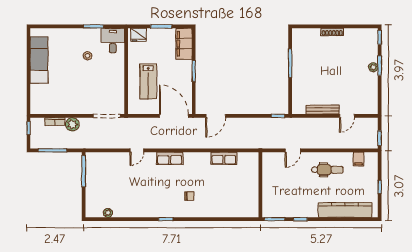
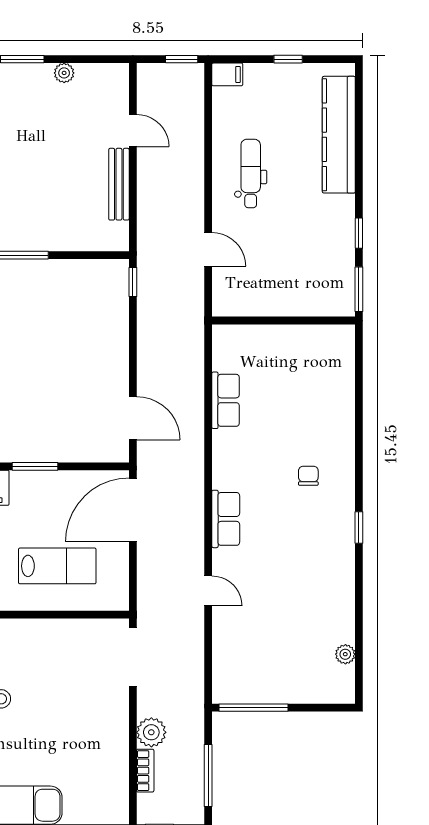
plant: (373, 67) -> (64, 73), moved
filing cabinet: (358, 159) -> (227, 74), moved

